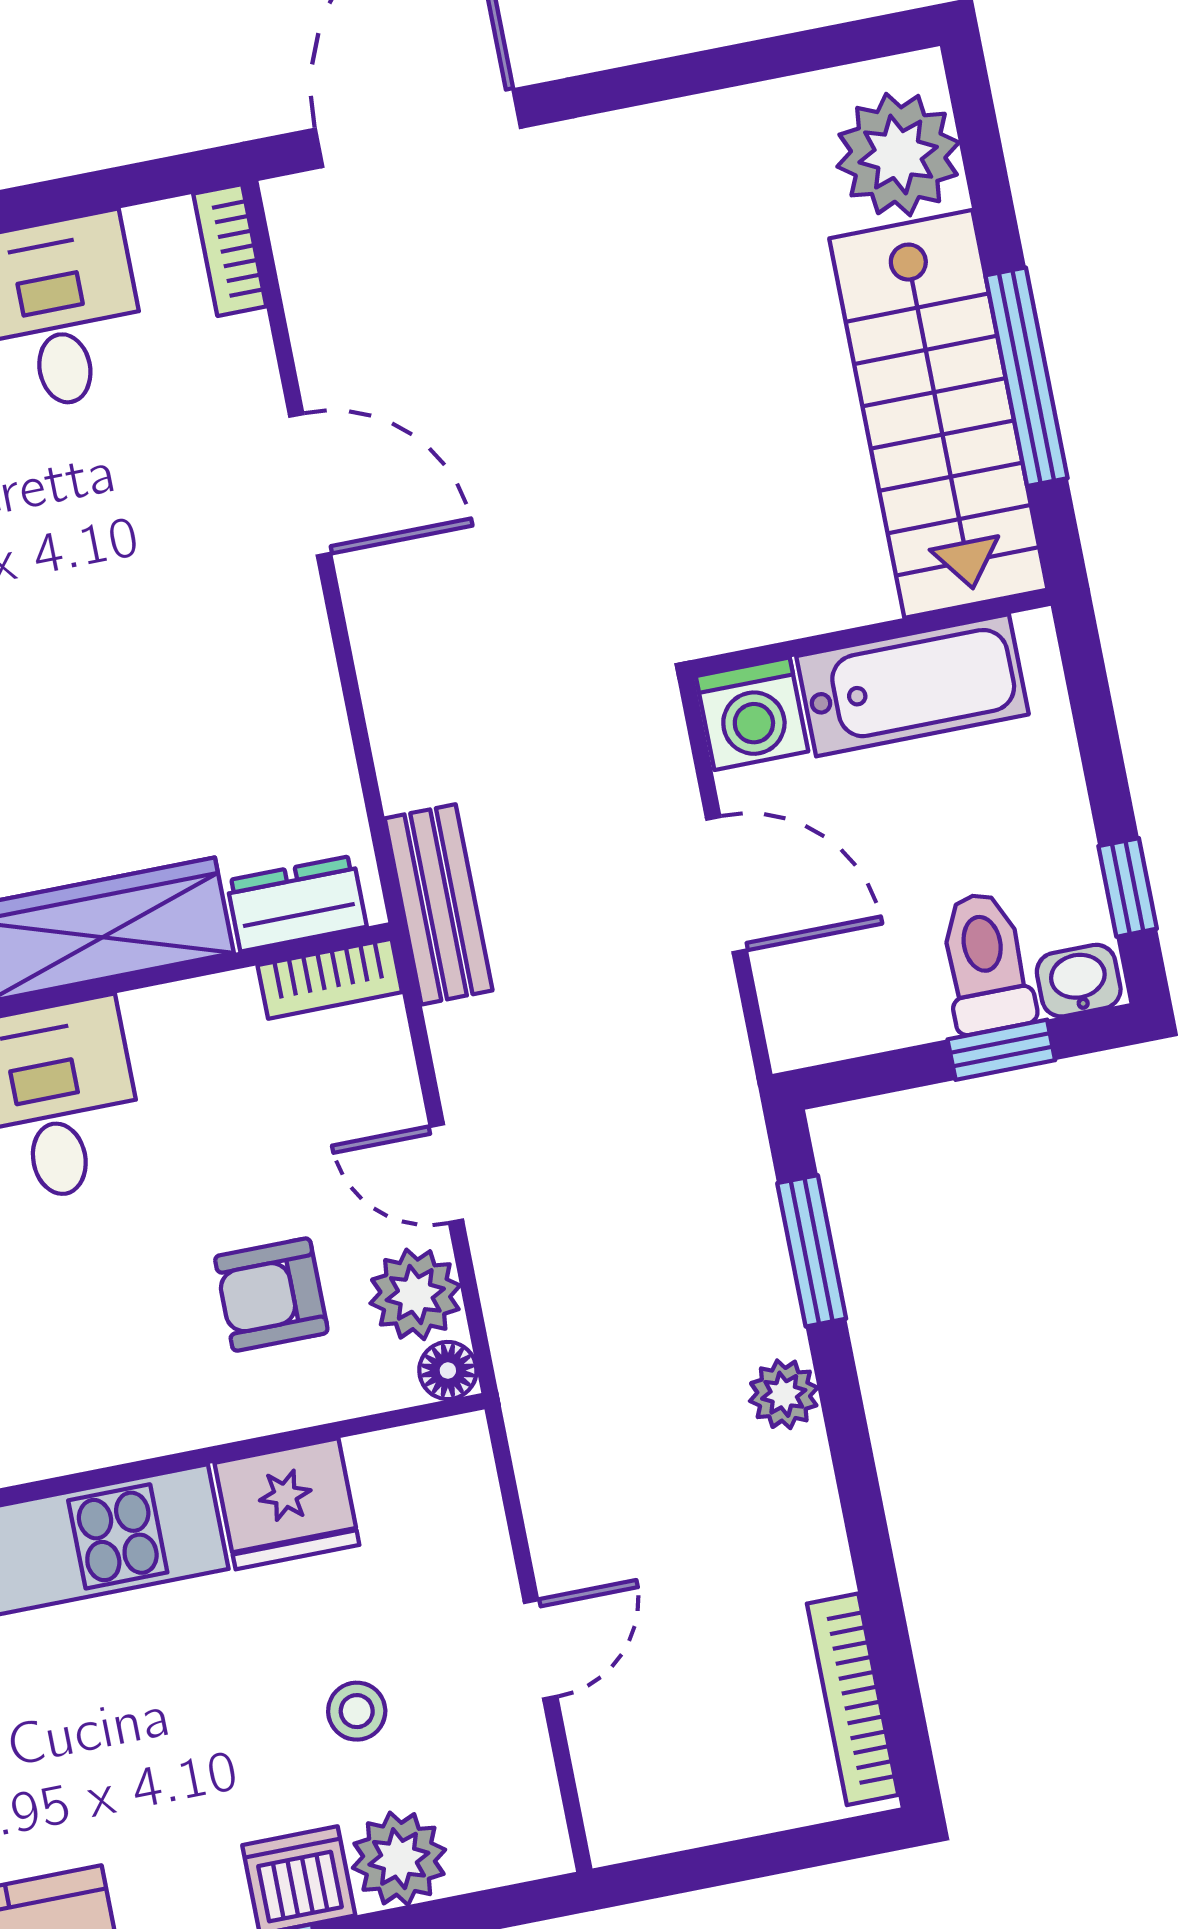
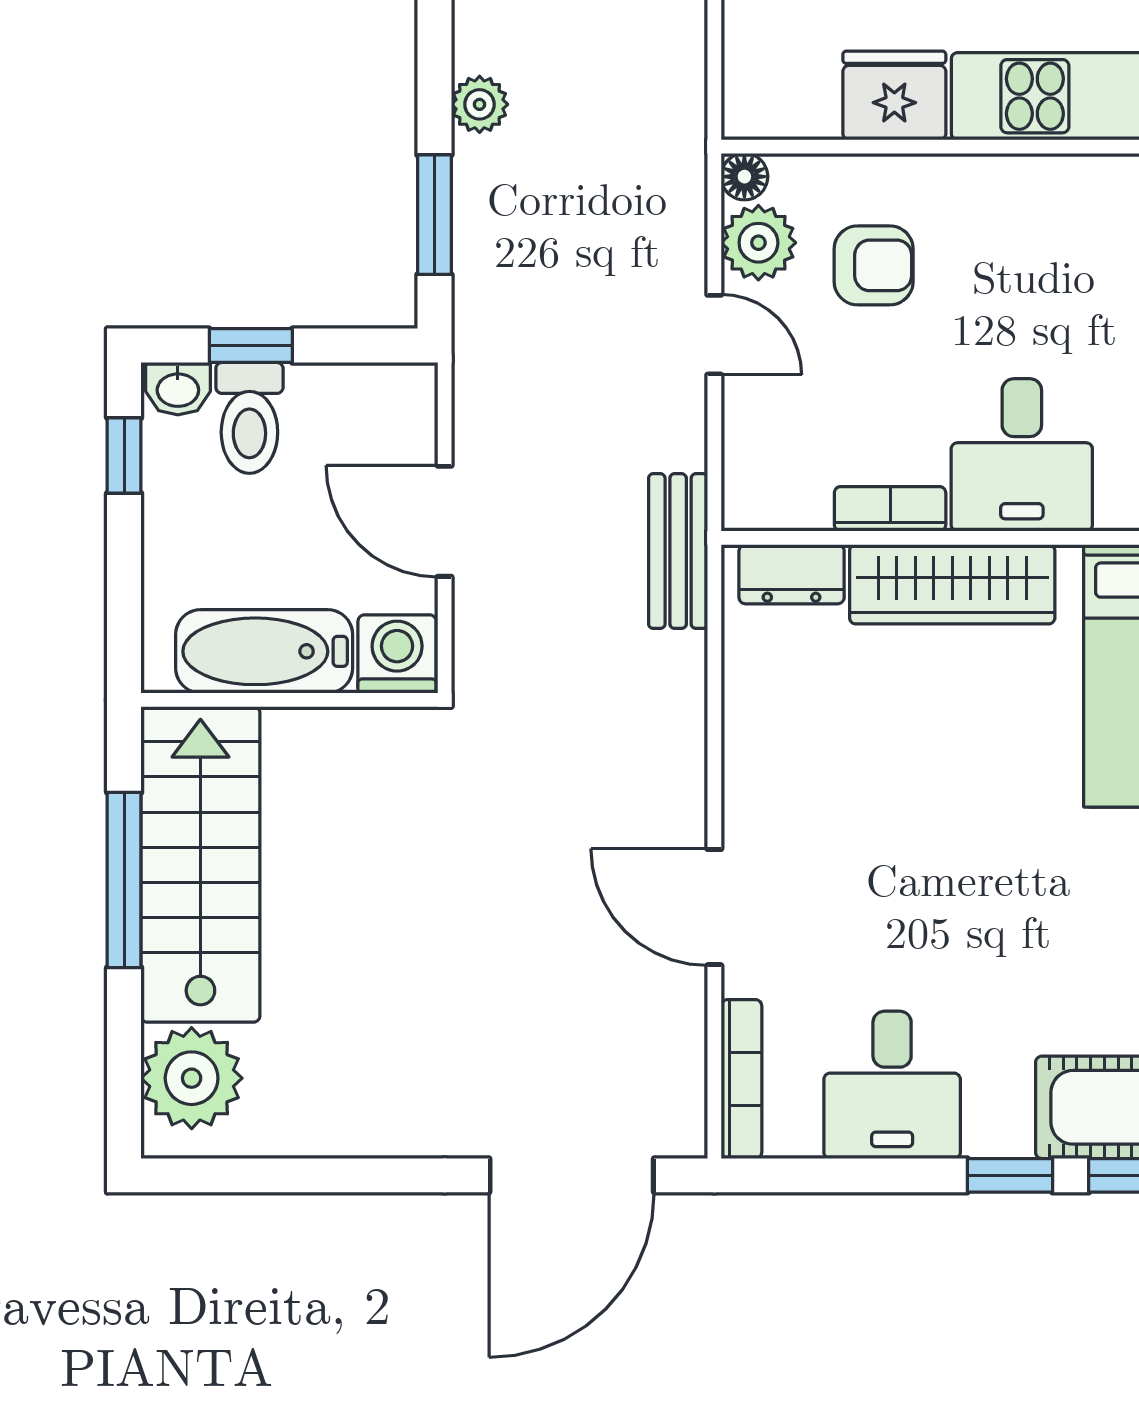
bookcase: (230, 250) -> (741, 1079), width x1.56
bookcase: (330, 979) -> (890, 509), moved

